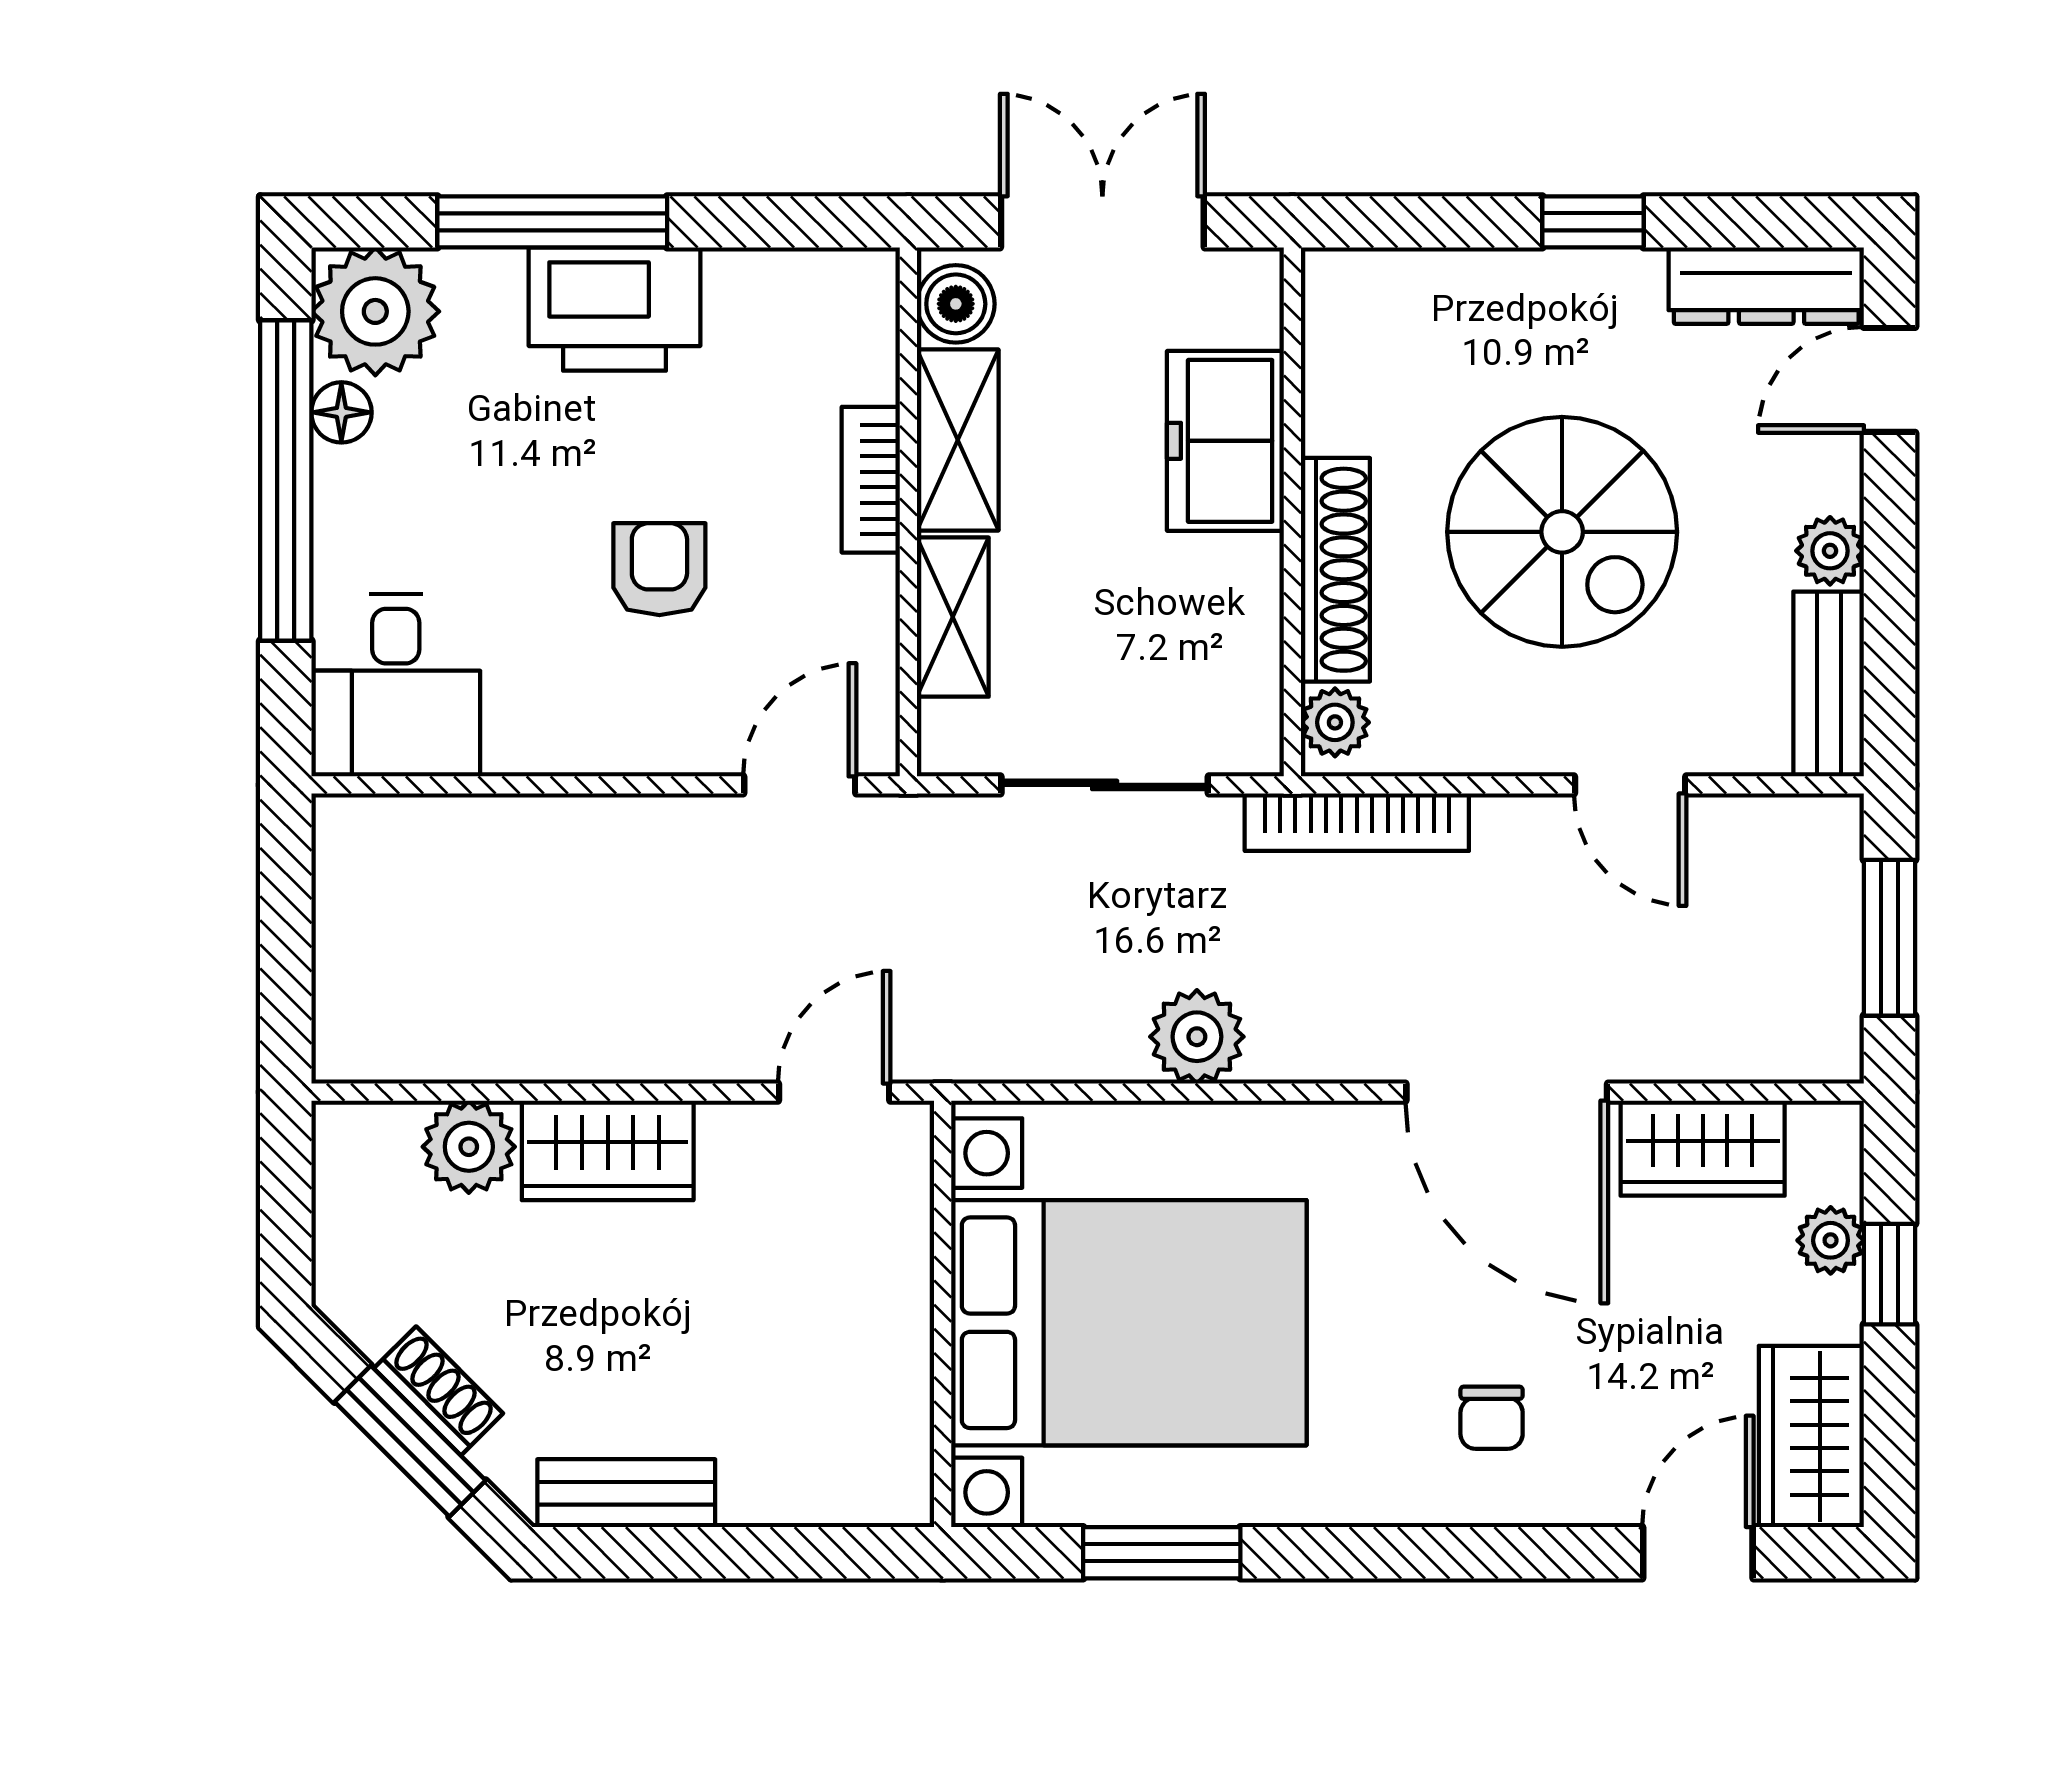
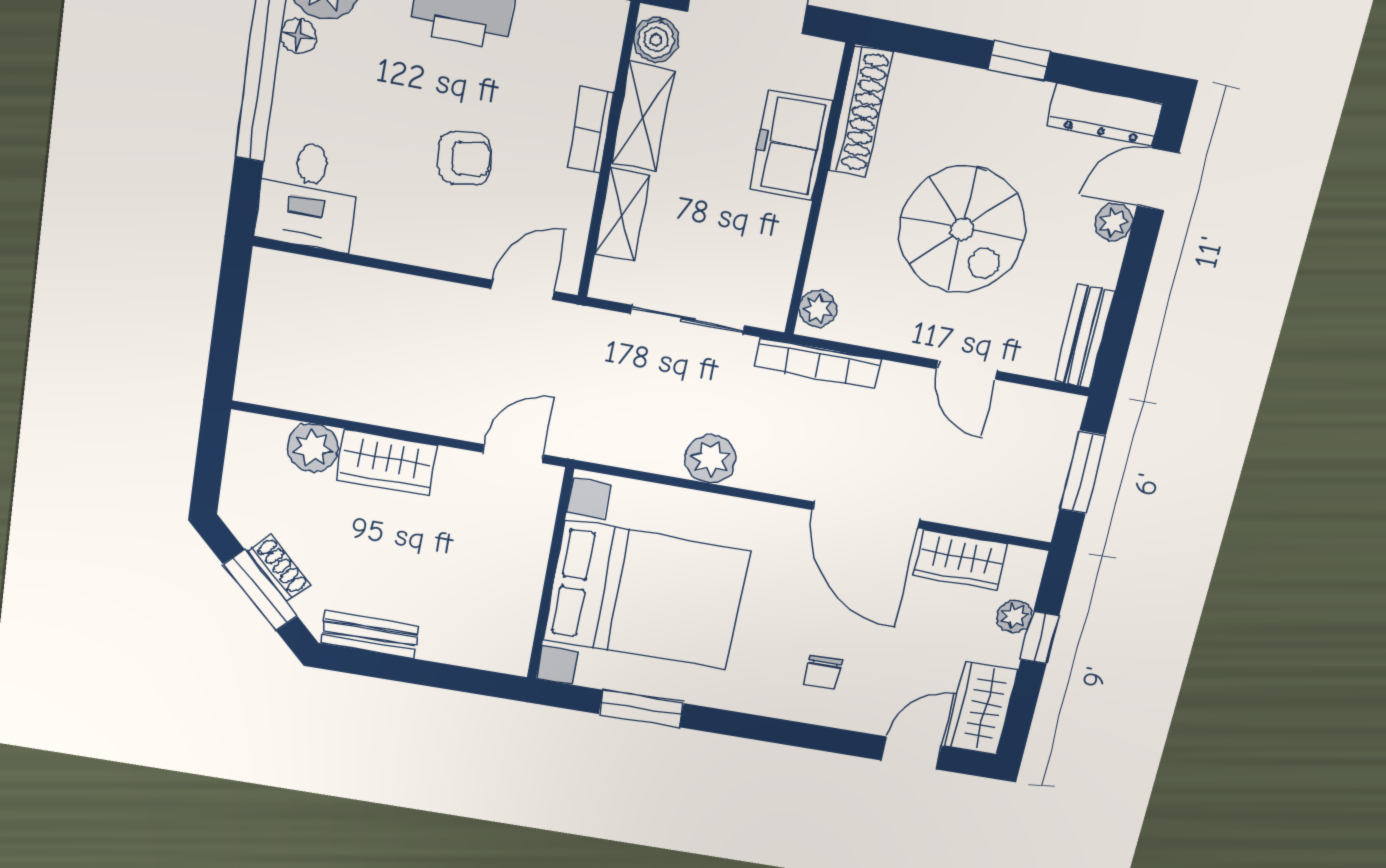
plant: (1830, 551) -> (1114, 222), moved
armchair: (659, 569) -> (465, 158), turned 82
shoe rack: (1335, 570) -> (860, 111), moved

